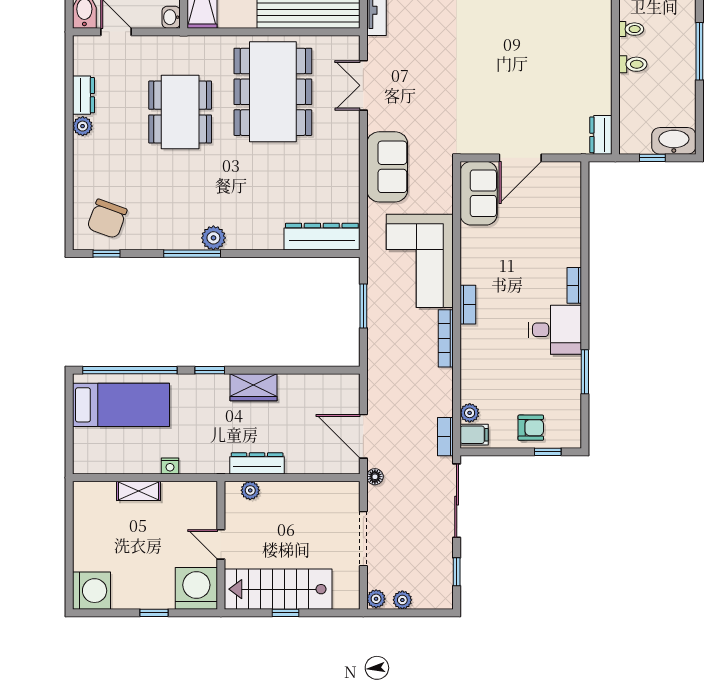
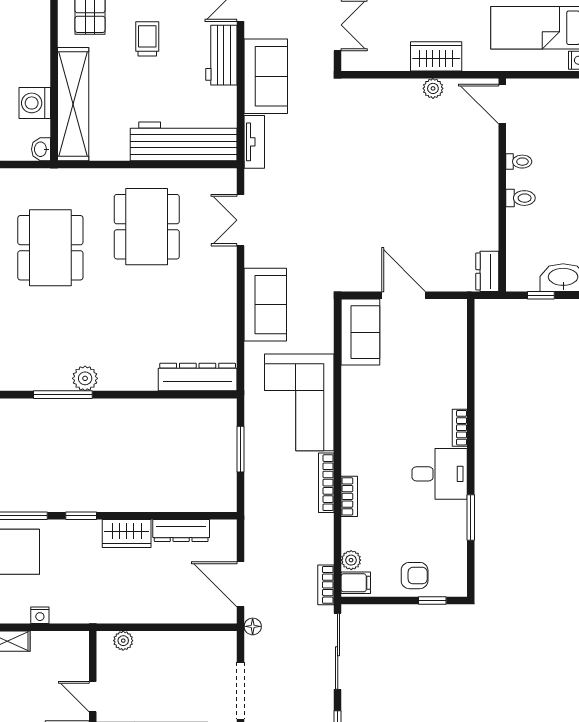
dining table: (273, 92) -> (147, 227), width x0.73, depth x0.80
door: (520, 158) -> (404, 295), swing flipped
bookcase: (468, 305) -> (349, 496), moved
dresser: (257, 463) -> (181, 530), moved, turned 180

